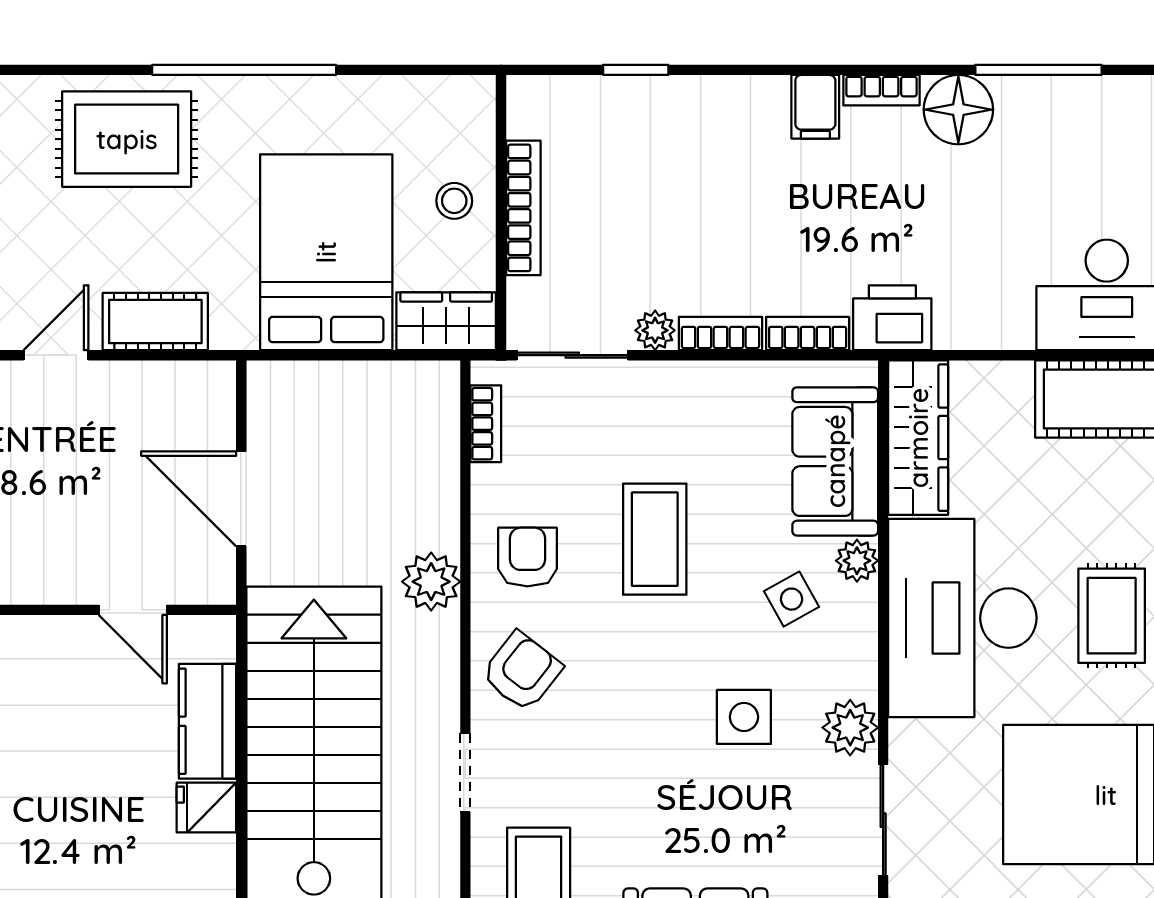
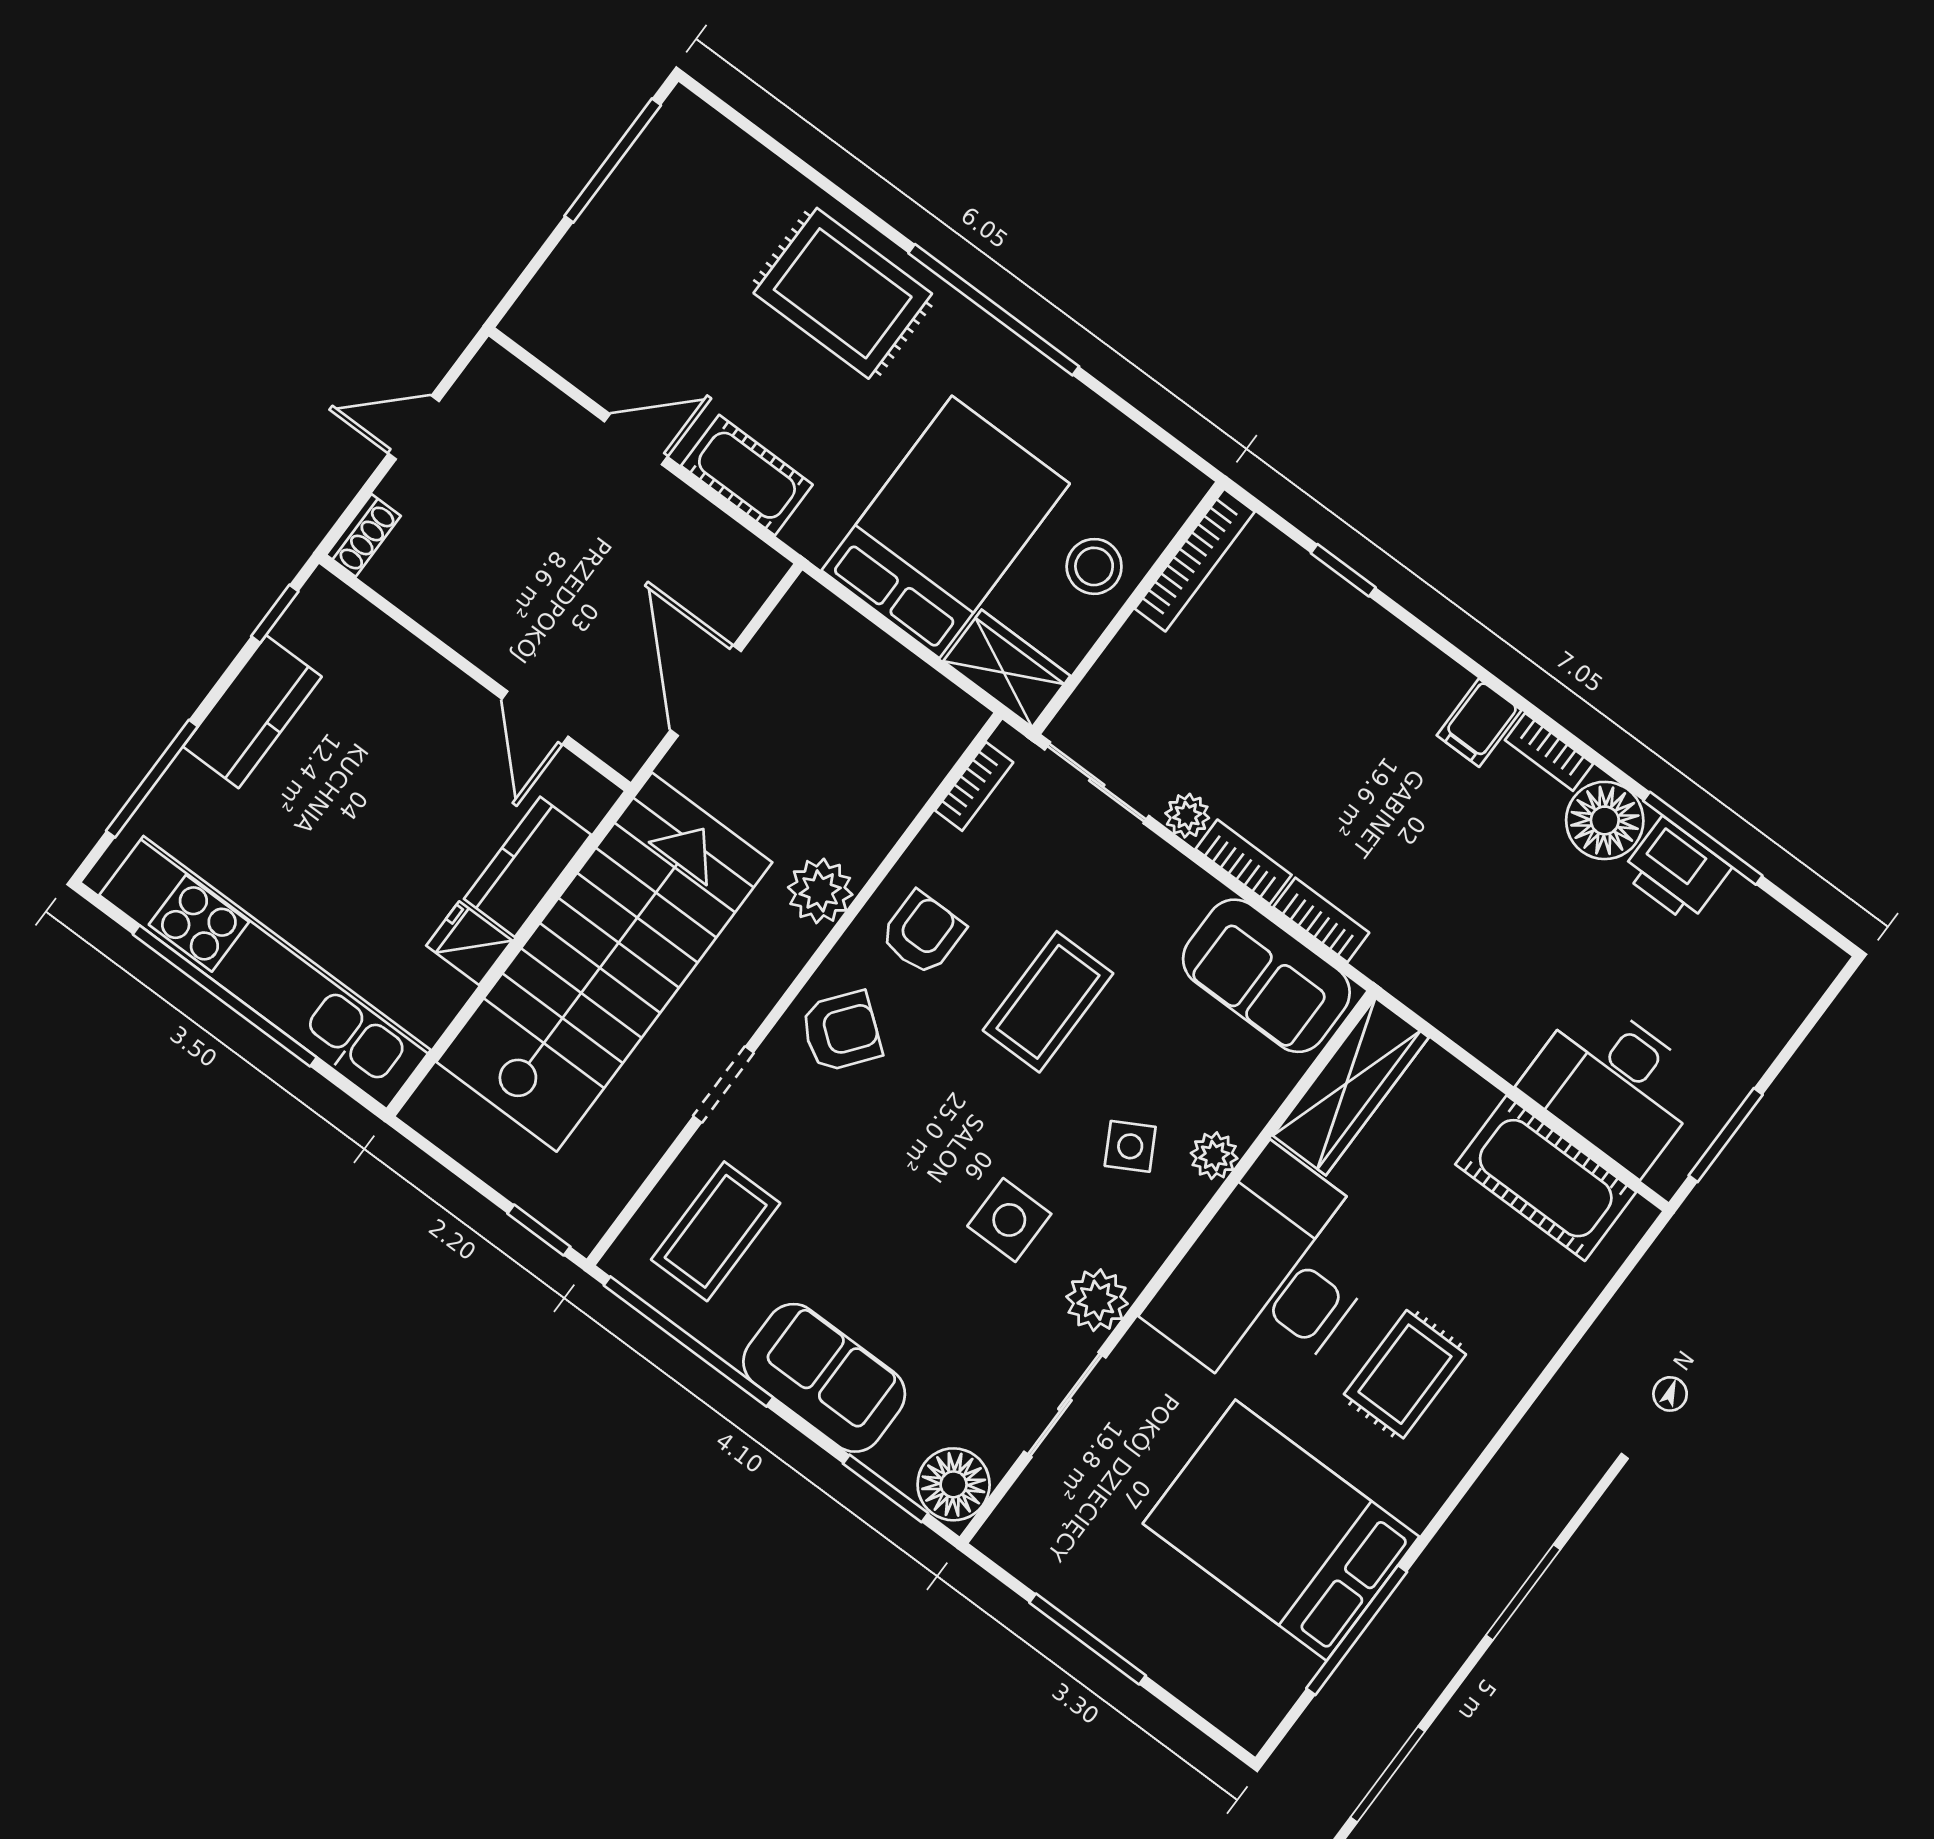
stool: (454, 201) -> (1094, 566), width x1.37, depth x1.37
bookcase: (523, 208) -> (1195, 560), moved
printer: (892, 318) -> (1676, 870), moved, turned 180
sofa: (835, 461) -> (1266, 976), moved, turned -90

